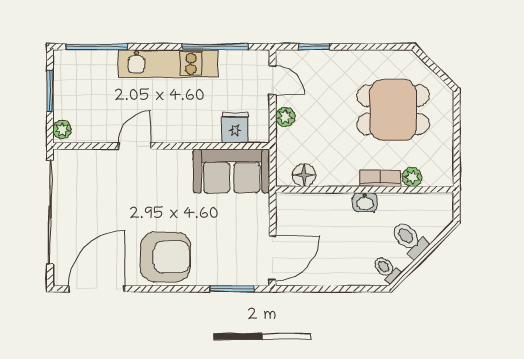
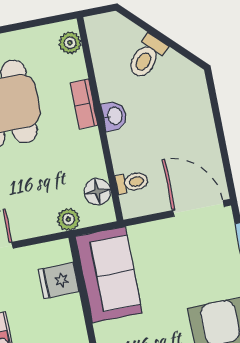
plant: (285, 117) -> (68, 219), moved
plant: (412, 177) -> (70, 43), moved
toilet: (386, 269) -> (132, 182), moved, turned -135

